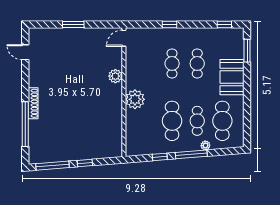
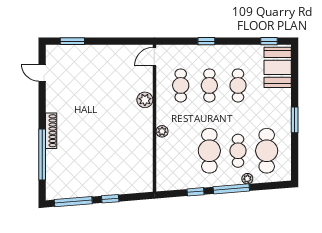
window: (73, 24) -> (72, 41), moved
window: (247, 51) -> (295, 120), moved
cafe table: (147, 63) -> (181, 85), added
booth: (232, 77) -> (278, 67), moved
plant: (135, 99) -> (162, 131), width x0.53, depth x0.53

